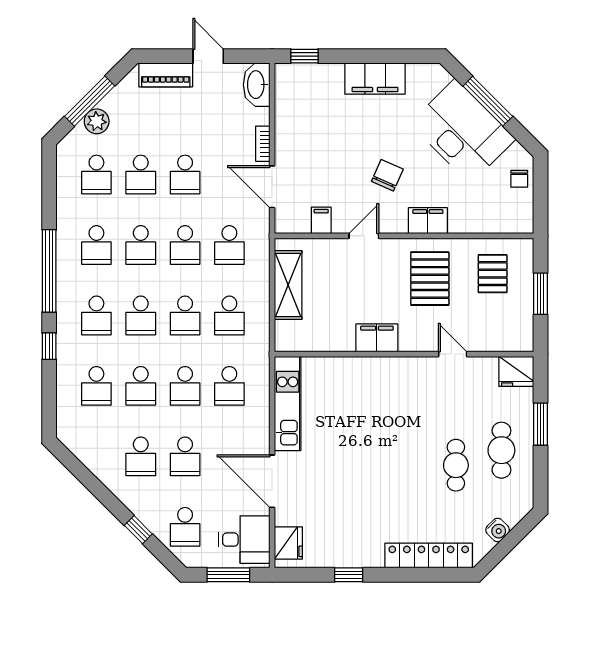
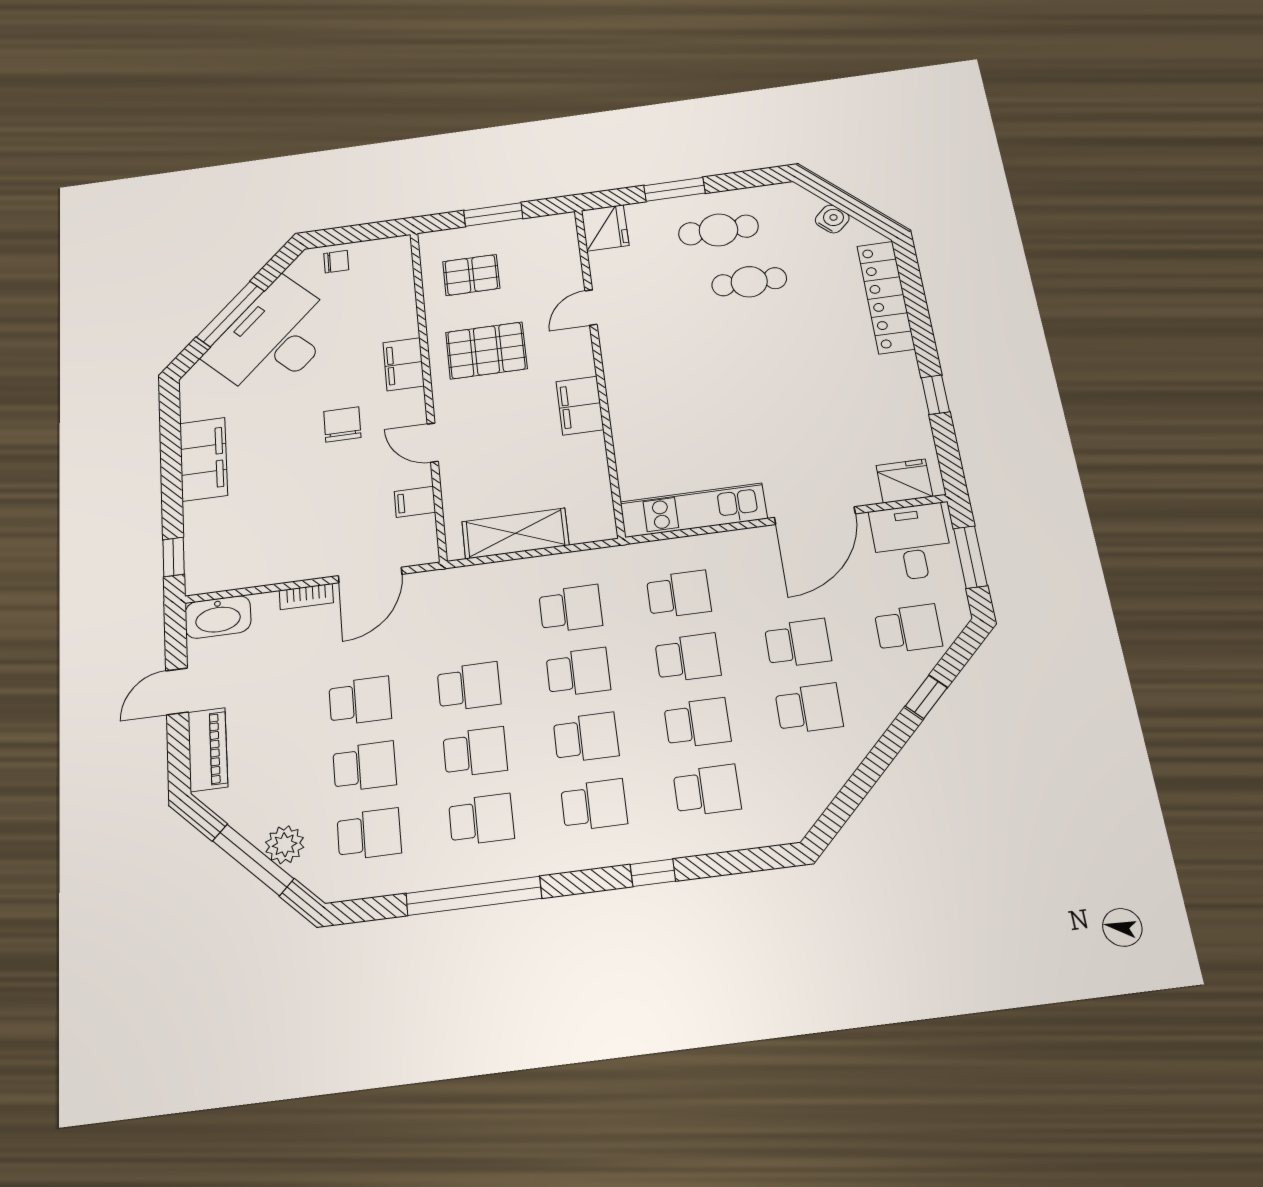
chair: (387, 175) -> (342, 424), turned 66
school desk: (229, 245) -> (463, 623), removed
window: (49, 271) -> (474, 896), moved

